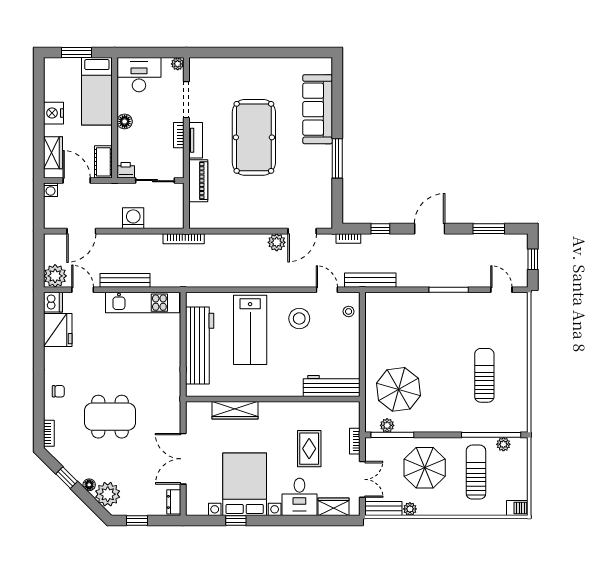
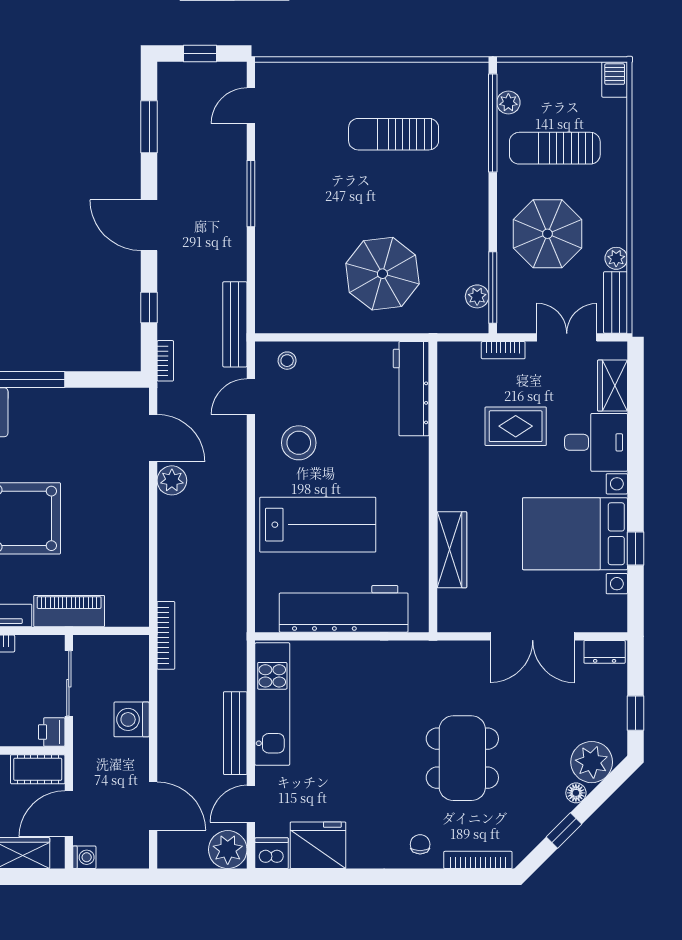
parasol: (398, 389) -> (382, 274), moved
bookcase: (49, 433) -> (478, 860), width x1.56

